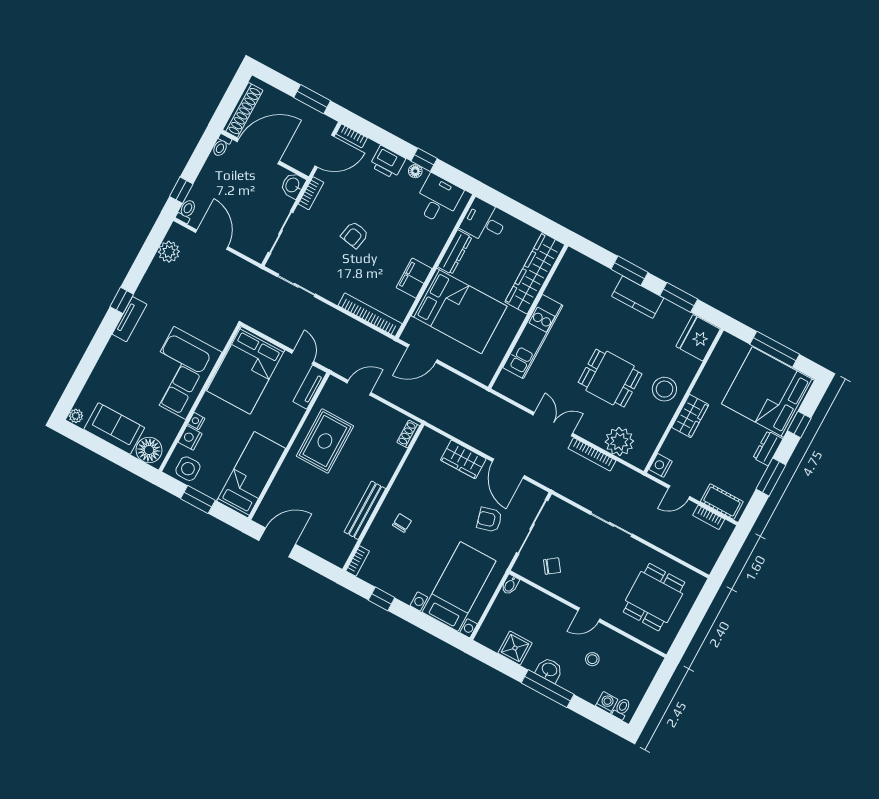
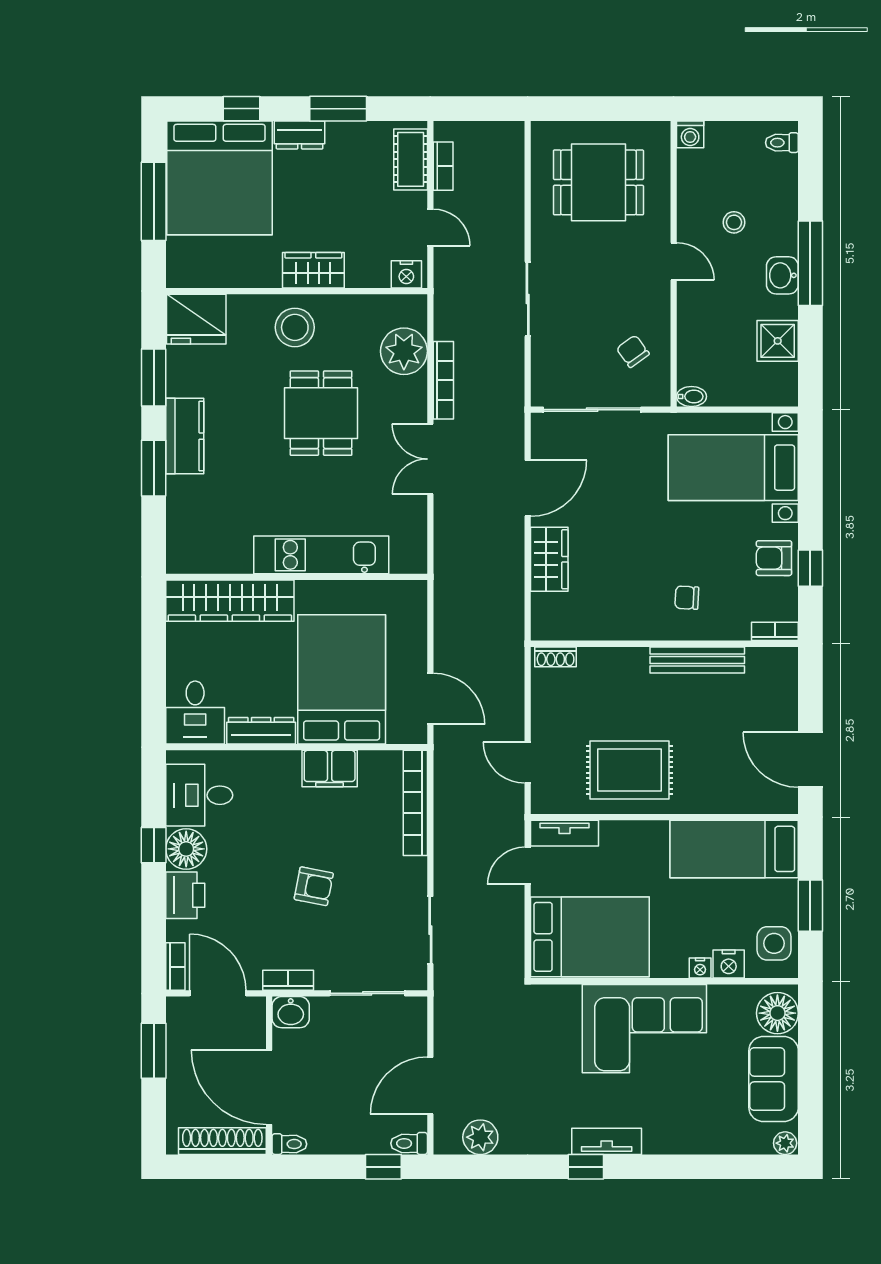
floor lamp: (415, 171) -> (186, 849), width x1.89, depth x1.89
armchair: (489, 520) -> (774, 558), moved, turned 105
washing machine: (607, 703) -> (690, 134), moved, turned -90

